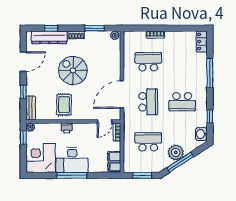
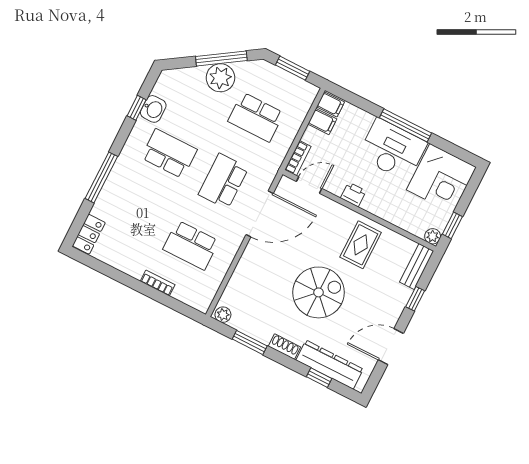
spiral stairs: (73, 70) -> (318, 292), turned -90
printer: (67, 128) -> (353, 194), moved
washbasin: (201, 134) -> (153, 109), moved

